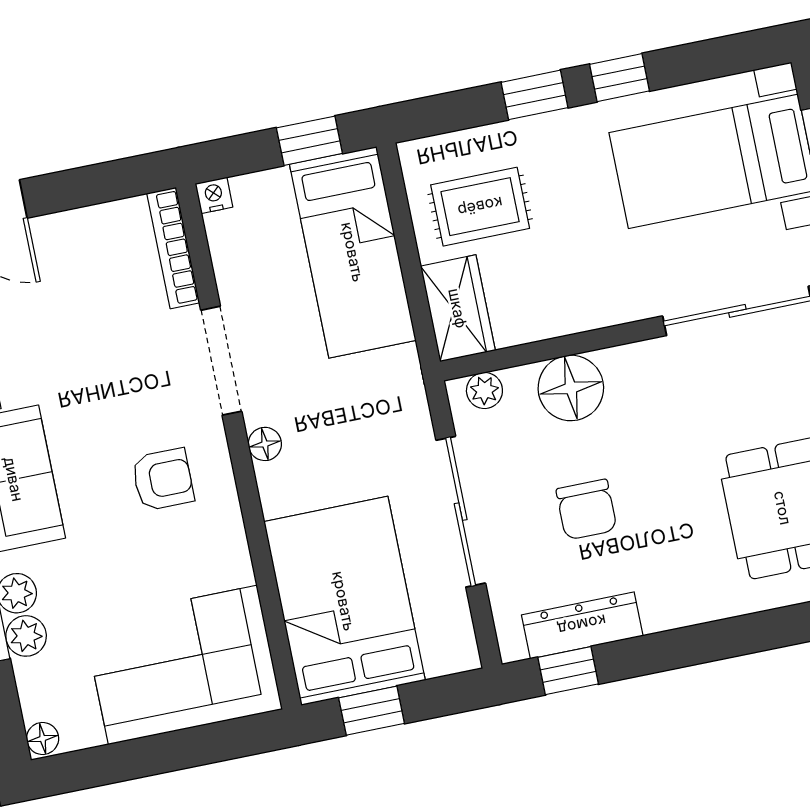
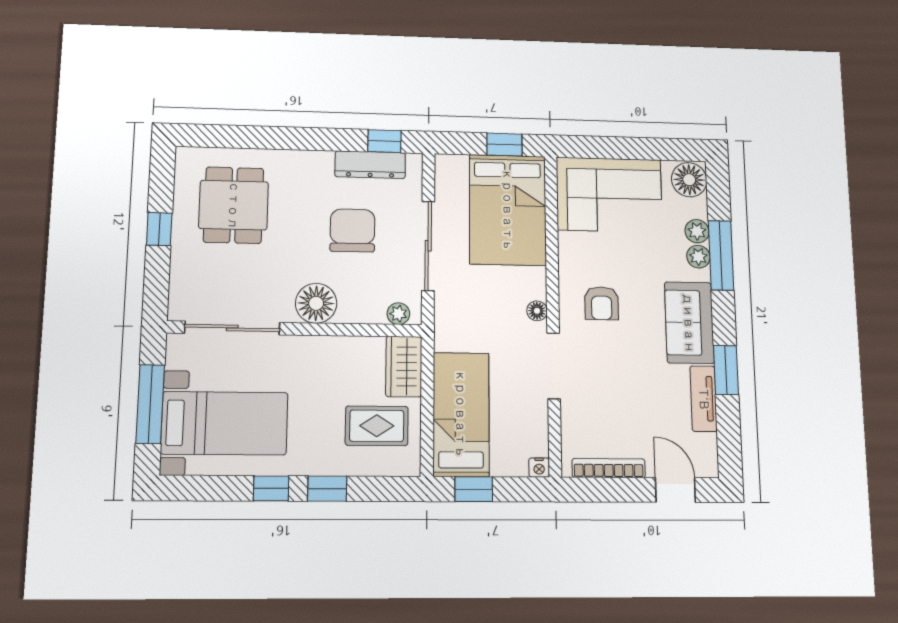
bookcase: (173, 248) -> (609, 468), moved, turned -90
floor lamp: (571, 388) -> (316, 303), moved
armchair: (163, 480) -> (601, 303), turned -90
chair: (586, 509) -> (352, 230), width x1.37, depth x1.37
floor lamp: (43, 739) -> (689, 180), width x1.89, depth x1.89

